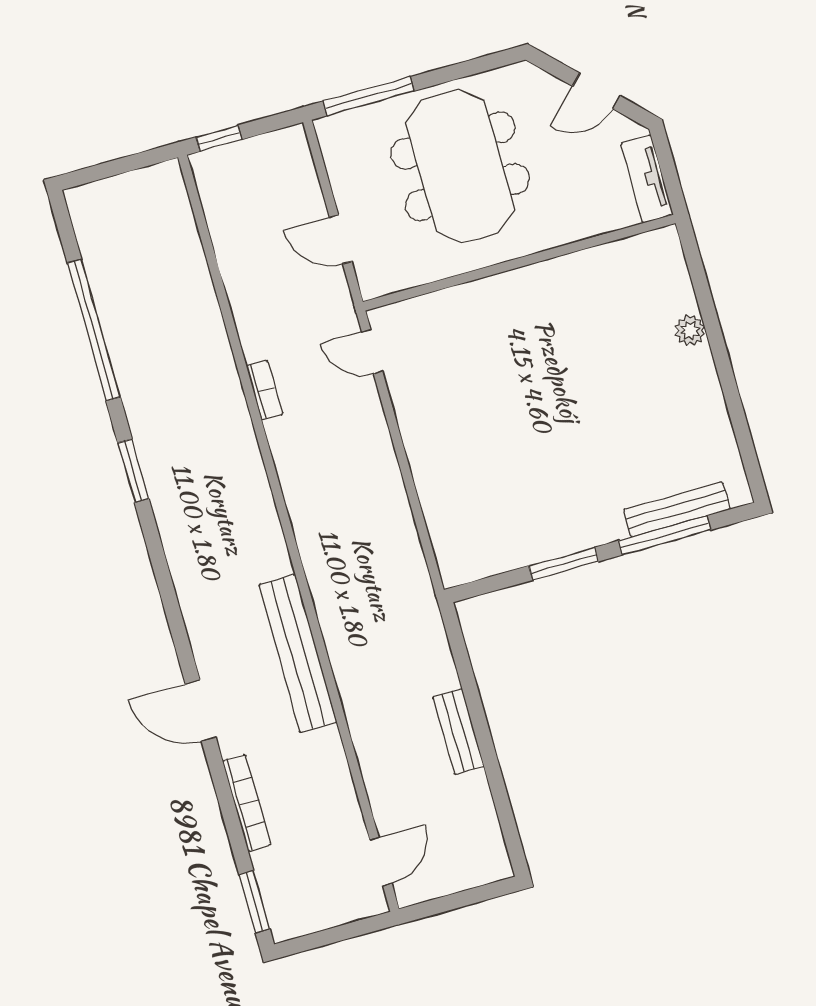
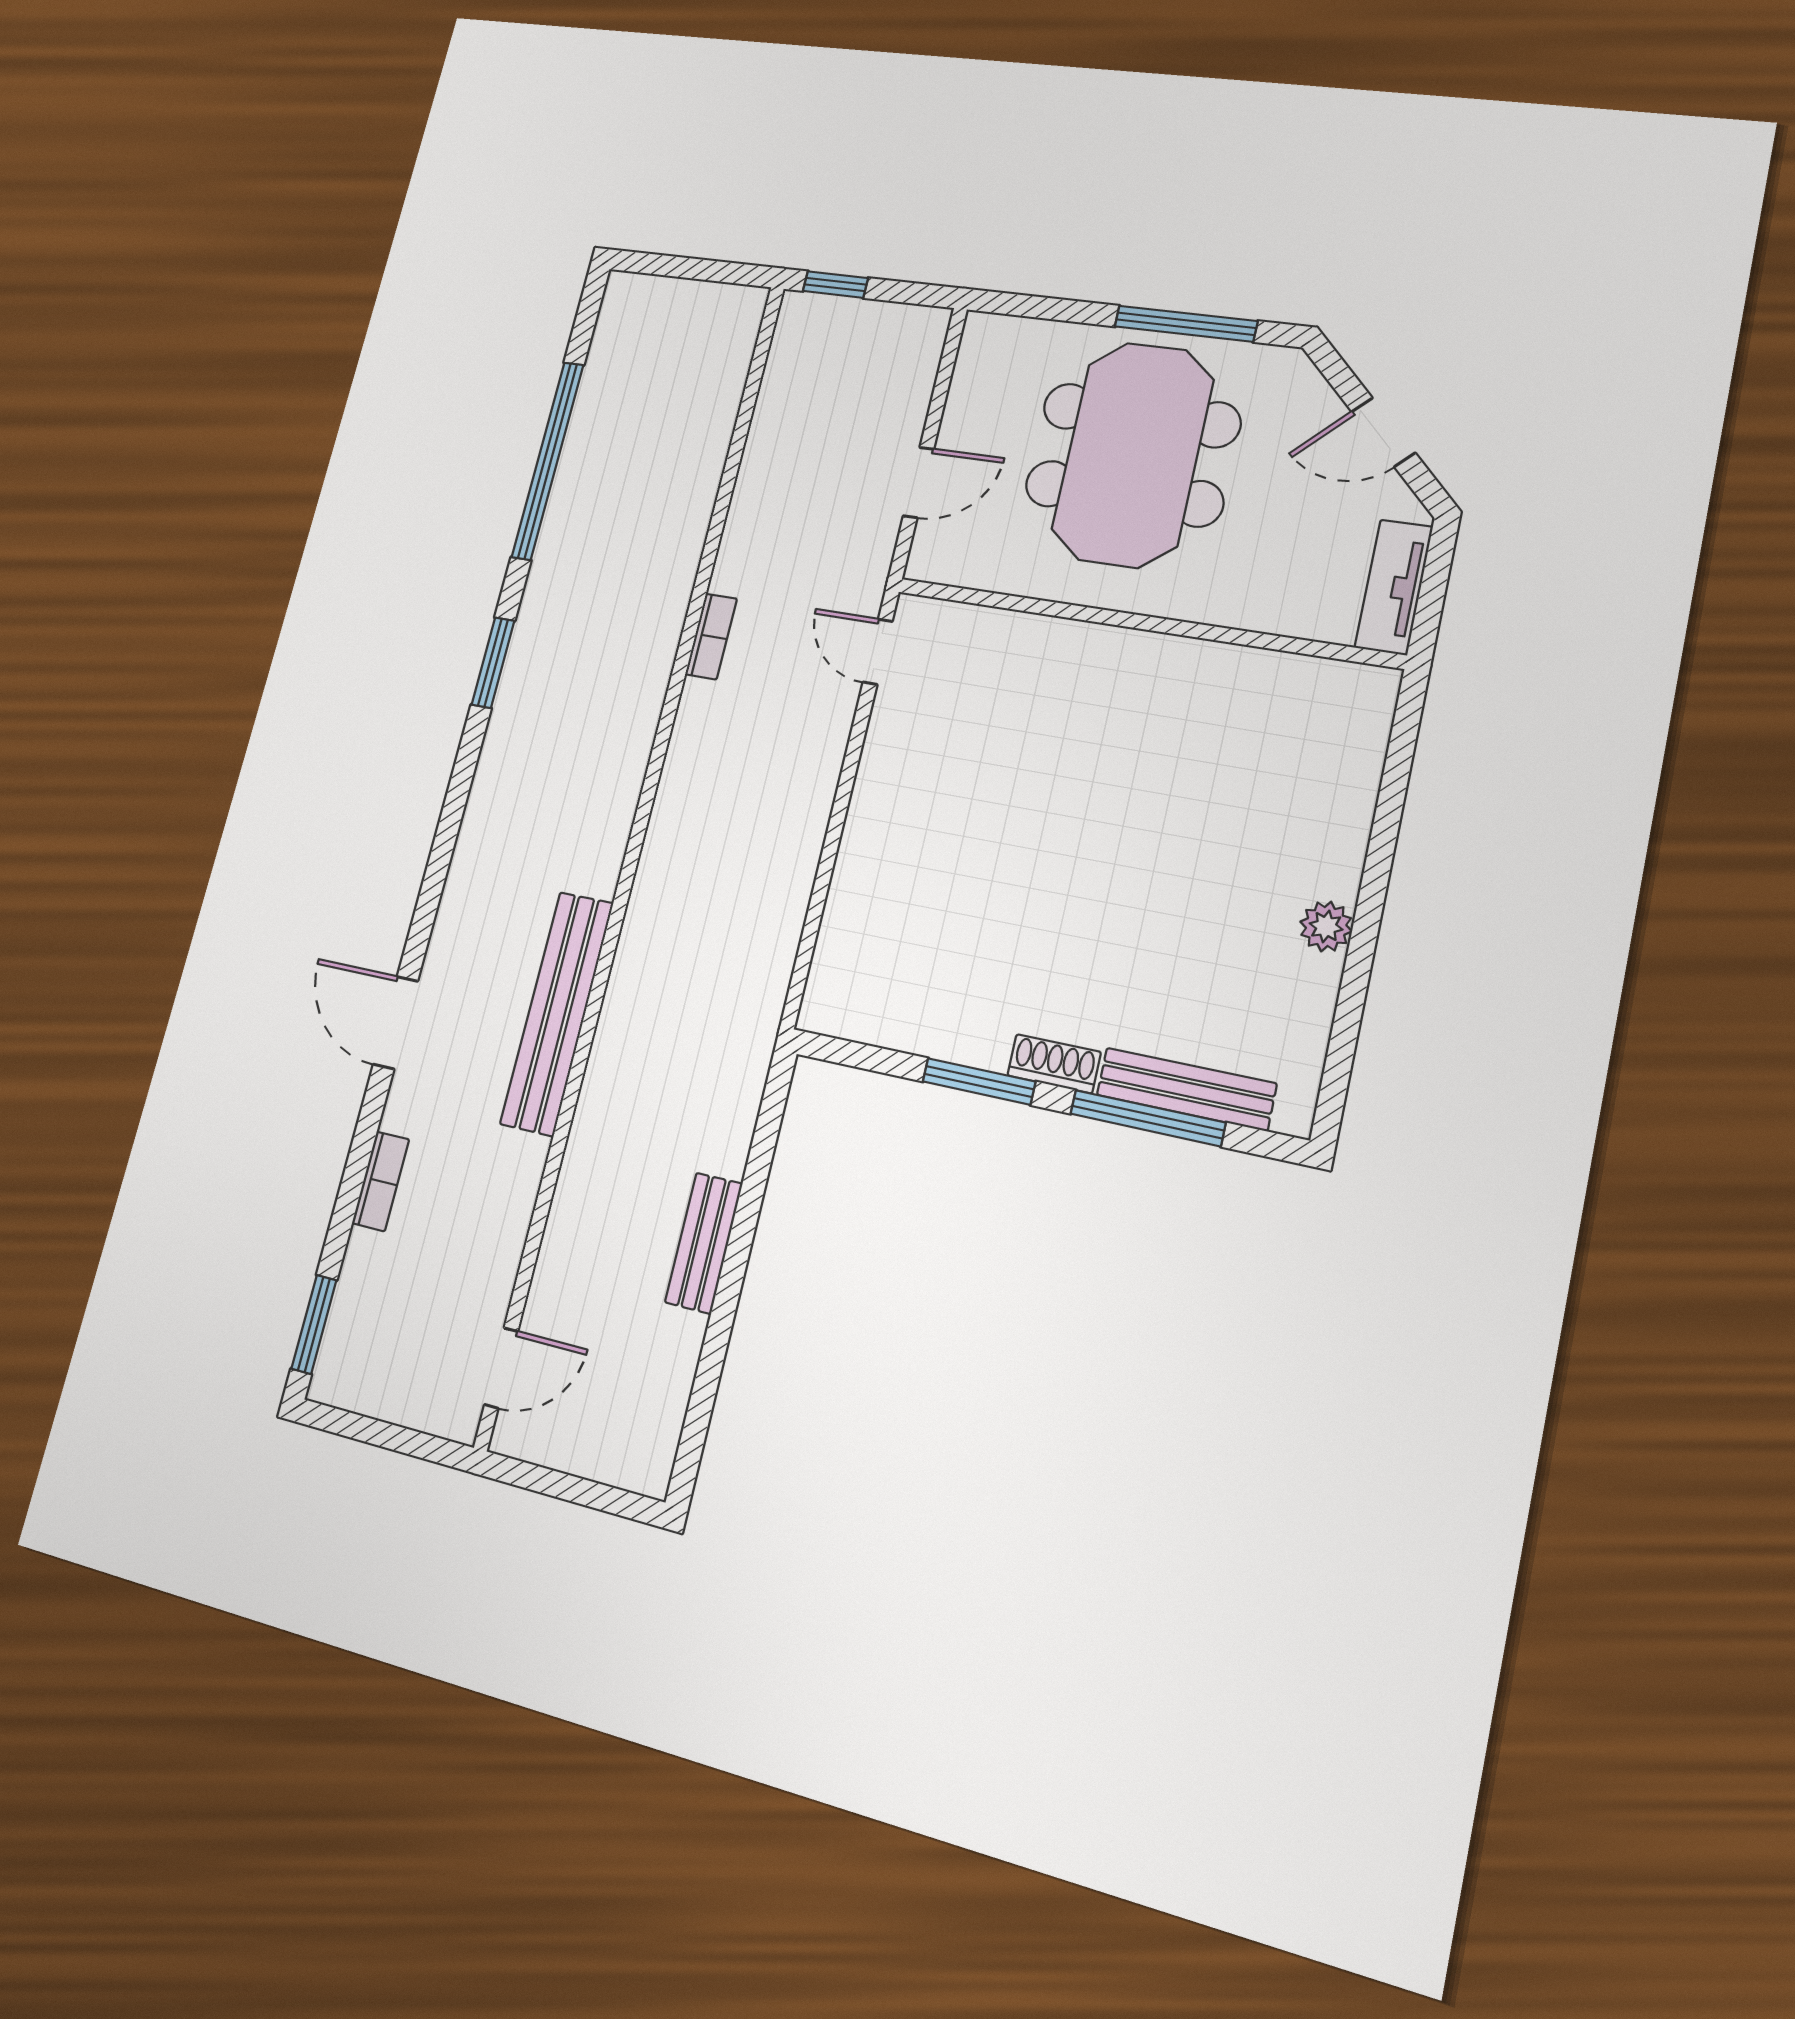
window: (369, 96) -> (1186, 324), moved
door: (341, 239) -> (918, 482), swing flipped
plant: (690, 331) -> (1326, 926), moved
shoe rack: (599, 533) -> (1054, 1064), added
bookcase: (247, 803) -> (381, 1181), width x0.64

